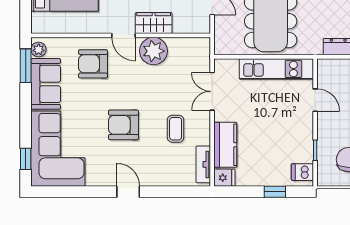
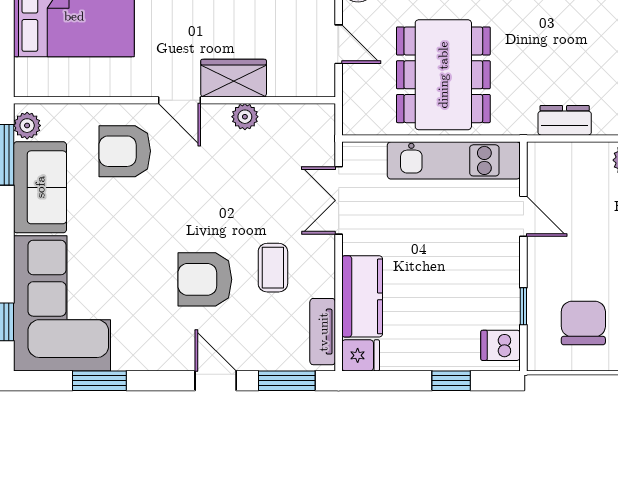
plant: (153, 51) -> (245, 117), width x0.53, depth x0.53
armchair: (123, 125) -> (205, 279), moved
window: (79, 192) -> (99, 381), added
door: (128, 192) -> (216, 381), moved
window: (183, 192) -> (287, 381), added

